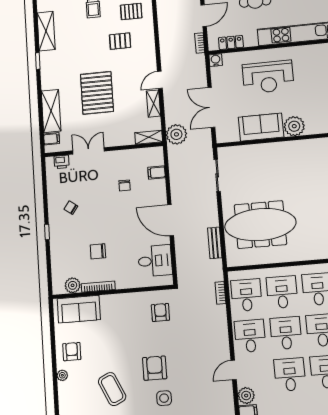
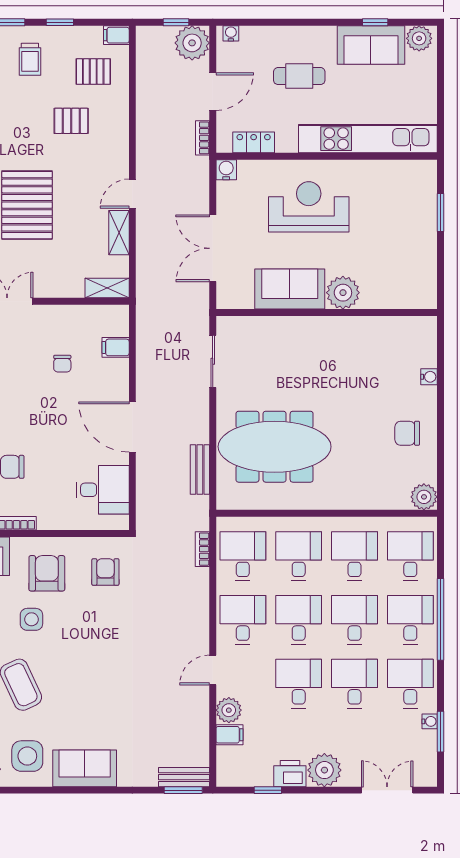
reception desk: (268, 77) -> (309, 207), turned 180
plant: (176, 134) -> (153, 288), removed
armchair: (155, 368) -> (47, 573), moved
side table: (164, 398) -> (31, 619), moved

